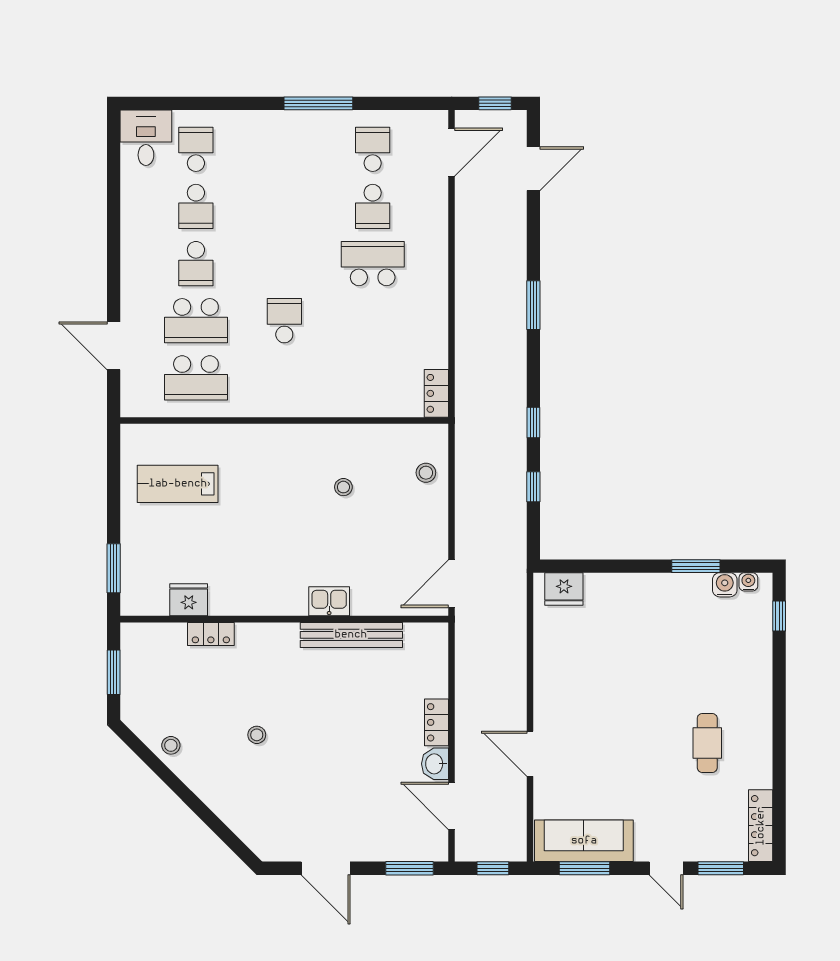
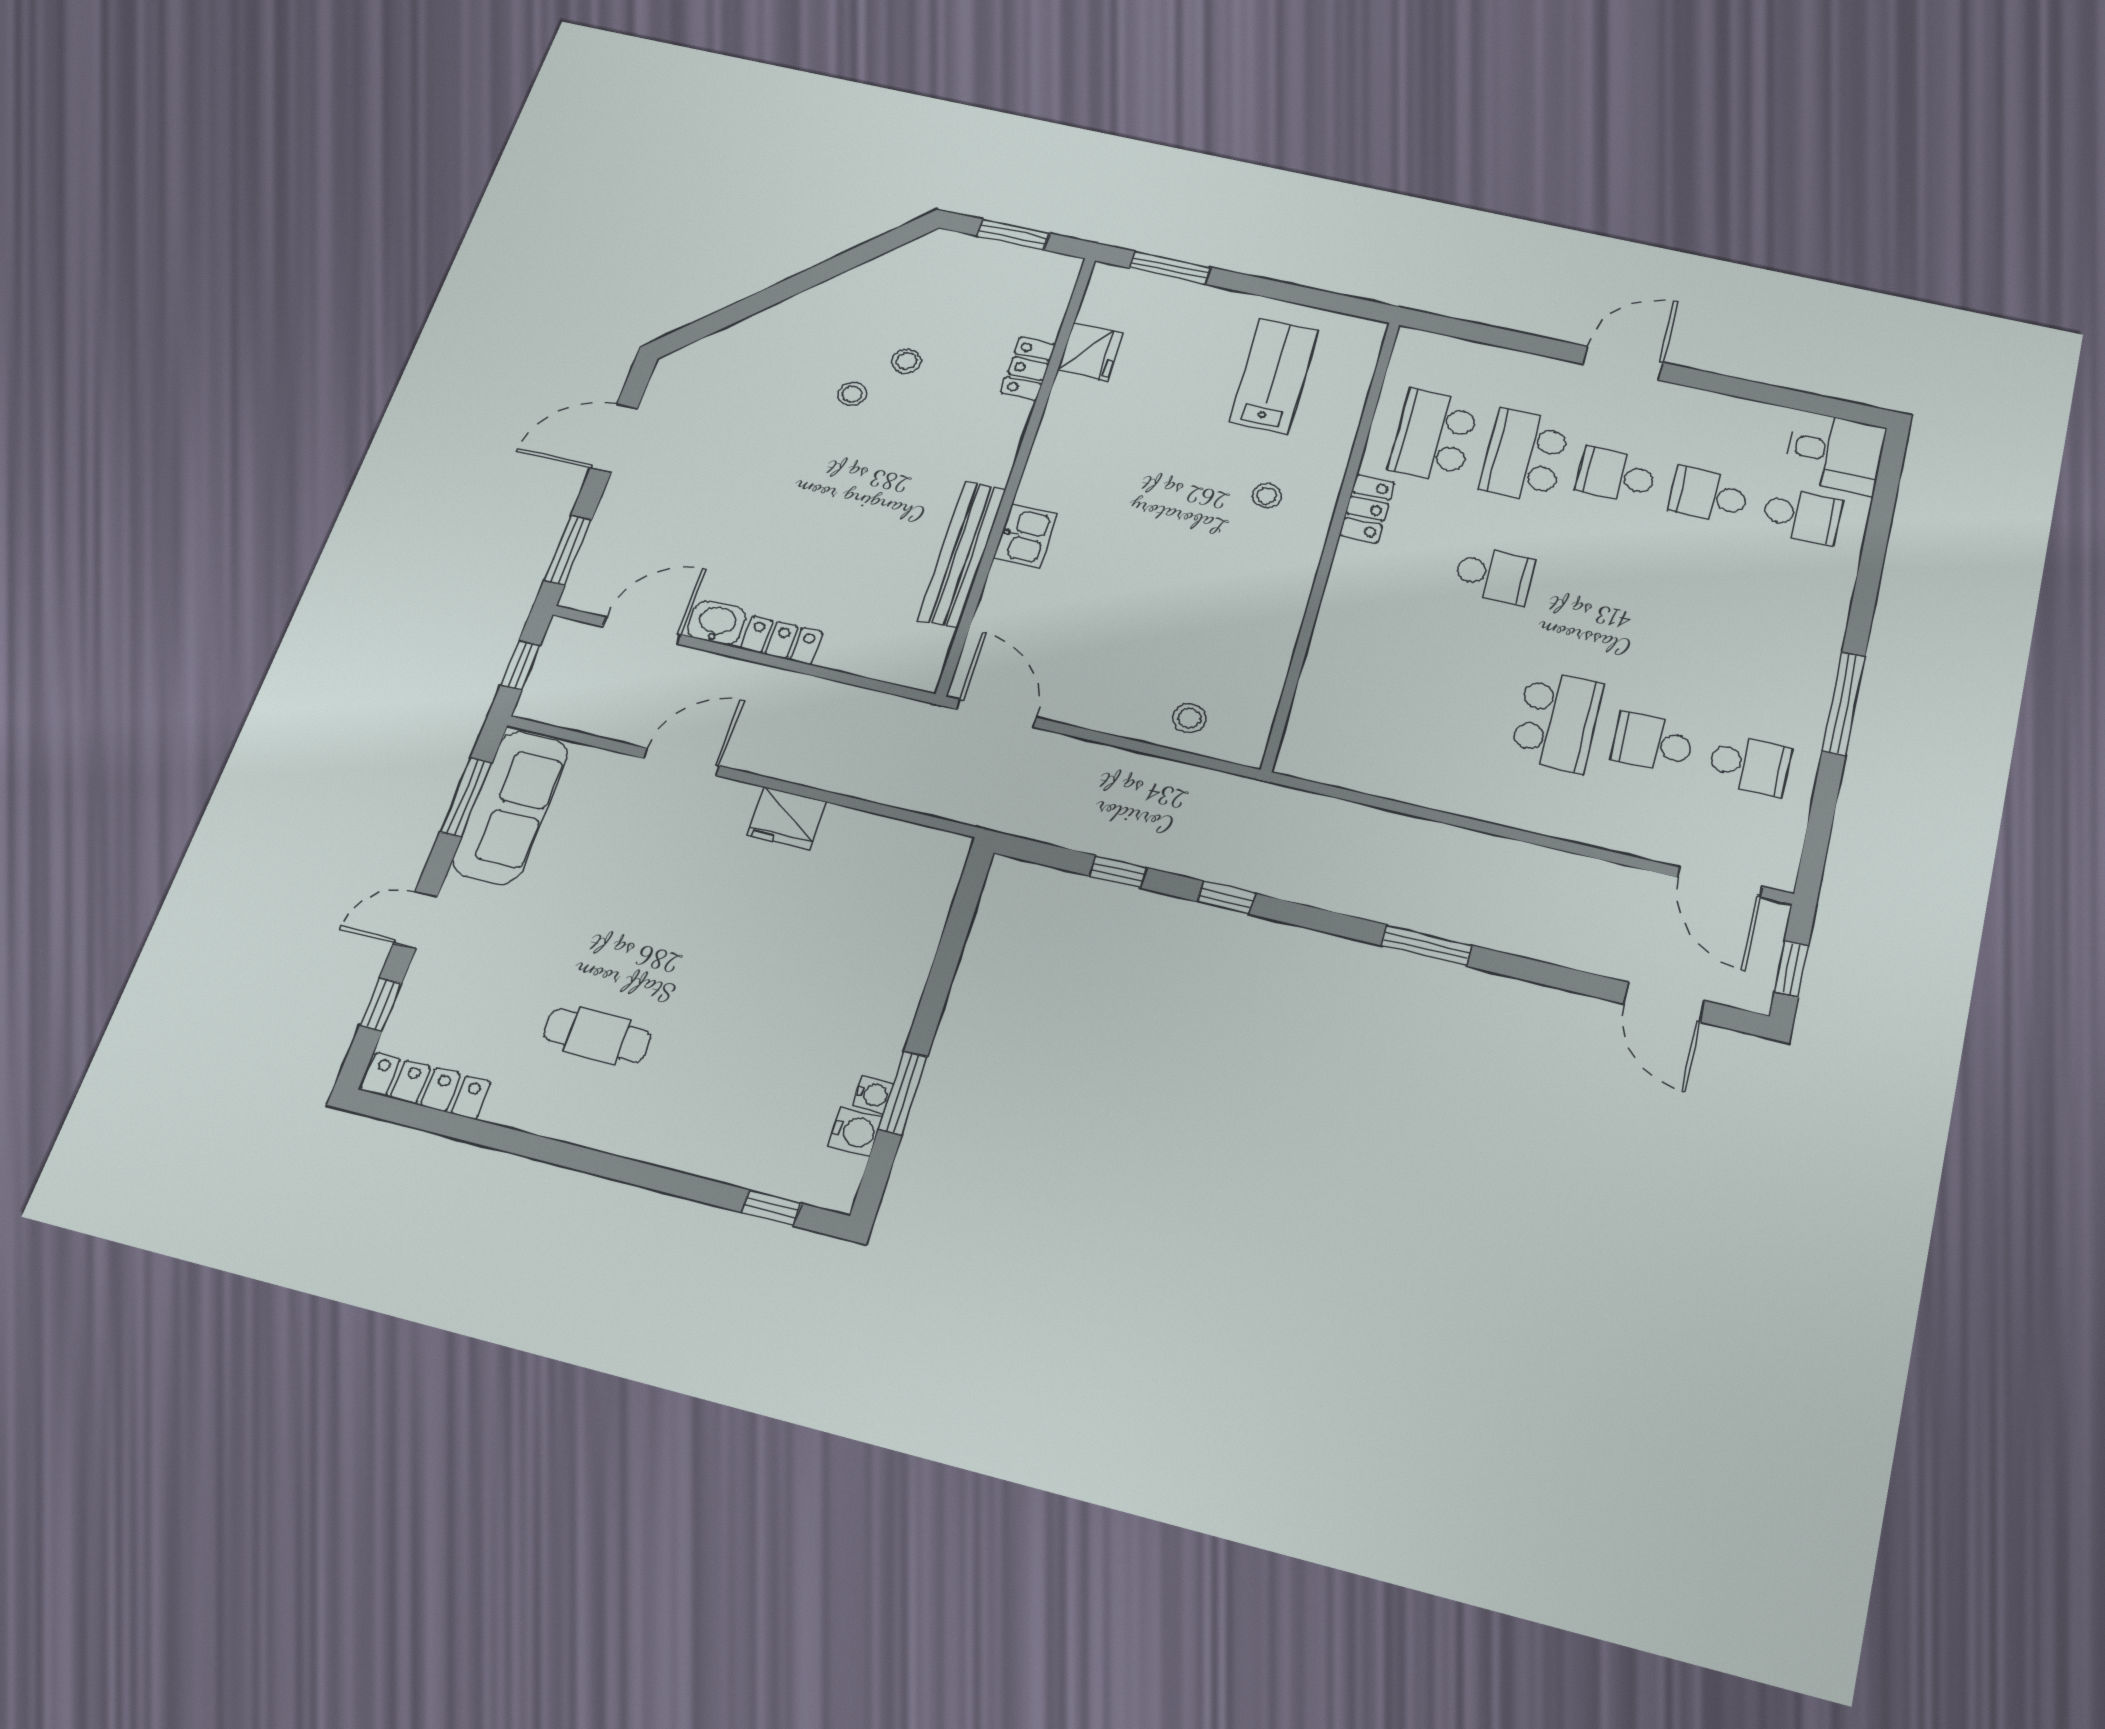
door: (114, 346) -> (1623, 363), moved
locker: (436, 393) -> (1367, 509), moved, turned 90
stool: (343, 487) -> (1267, 496), moved
water cooler: (748, 582) -> (873, 1095), moved
fridge: (564, 589) -> (787, 818), moved, turned -90
stool: (171, 745) -> (907, 361), moved
window: (721, 868) -> (381, 1004), width x0.67

